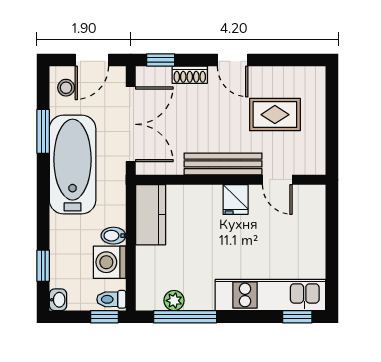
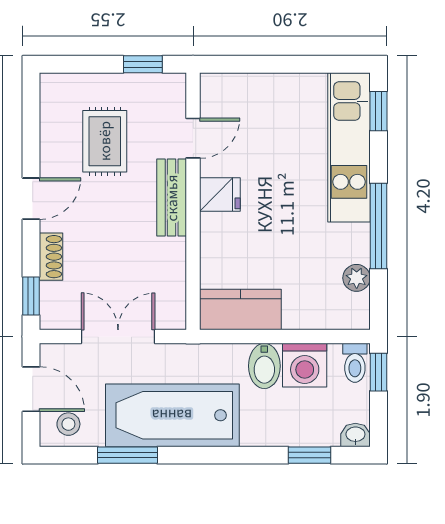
double door: (131, 124) -> (118, 337), width x0.73
window: (332, 143) -> (143, 64), added
bench: (223, 164) -> (172, 198), width x0.73
bidet: (113, 236) -> (264, 366), width x1.38, depth x1.36
window: (185, 317) -> (378, 226), moved

